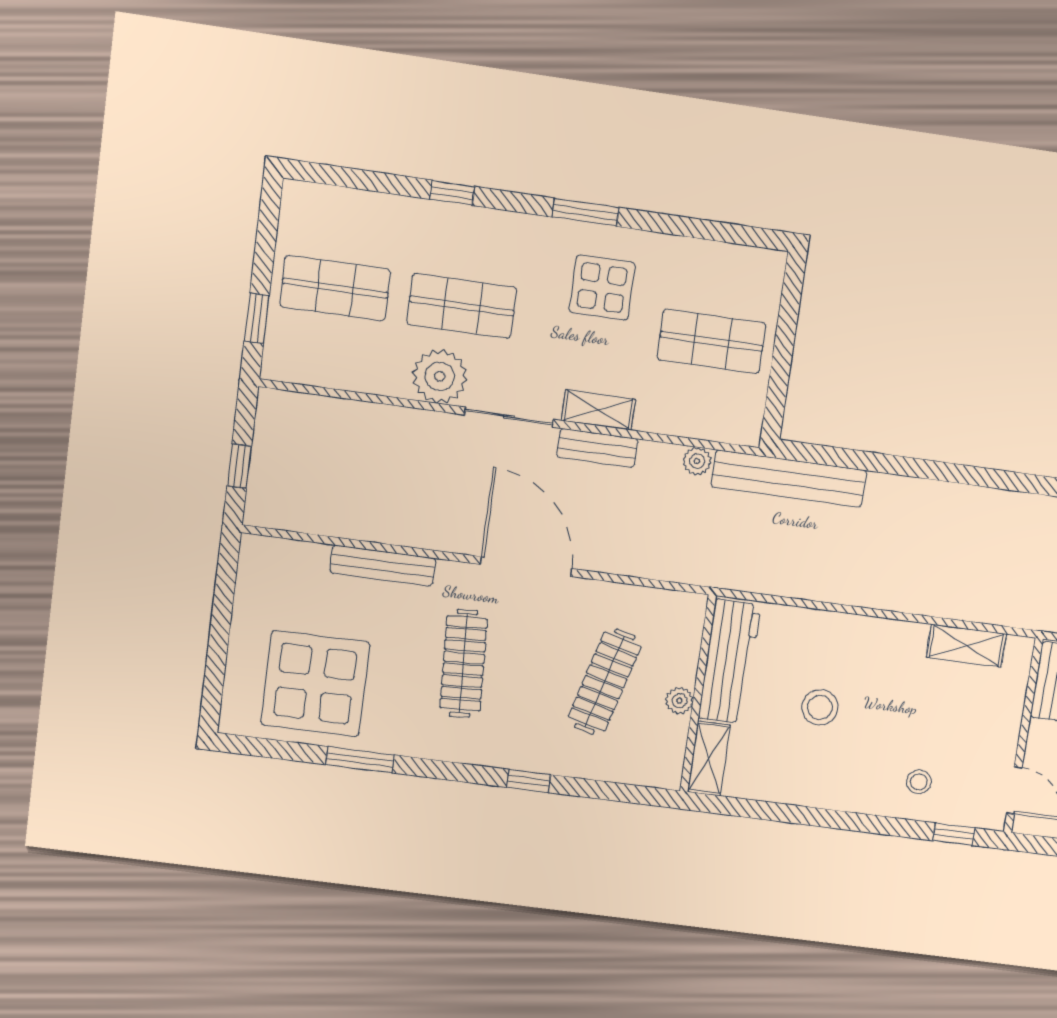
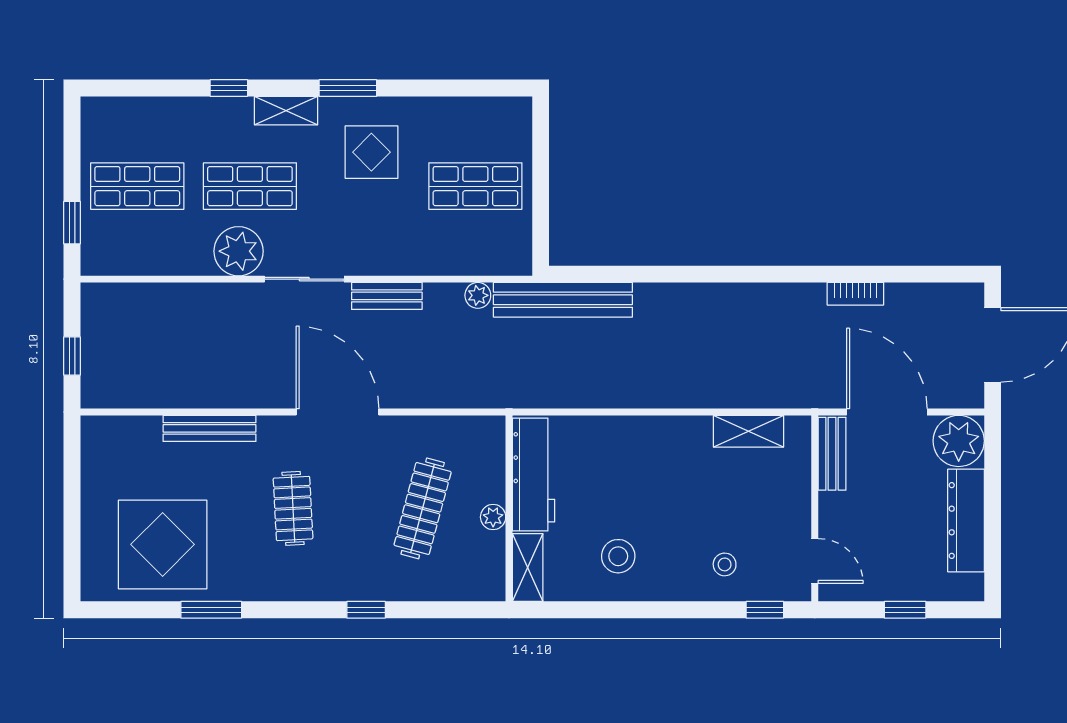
shelving: (598, 410) -> (286, 111), moved
clothes rail: (464, 663) -> (293, 508), width x0.73
stool: (820, 707) -> (618, 556), moved

